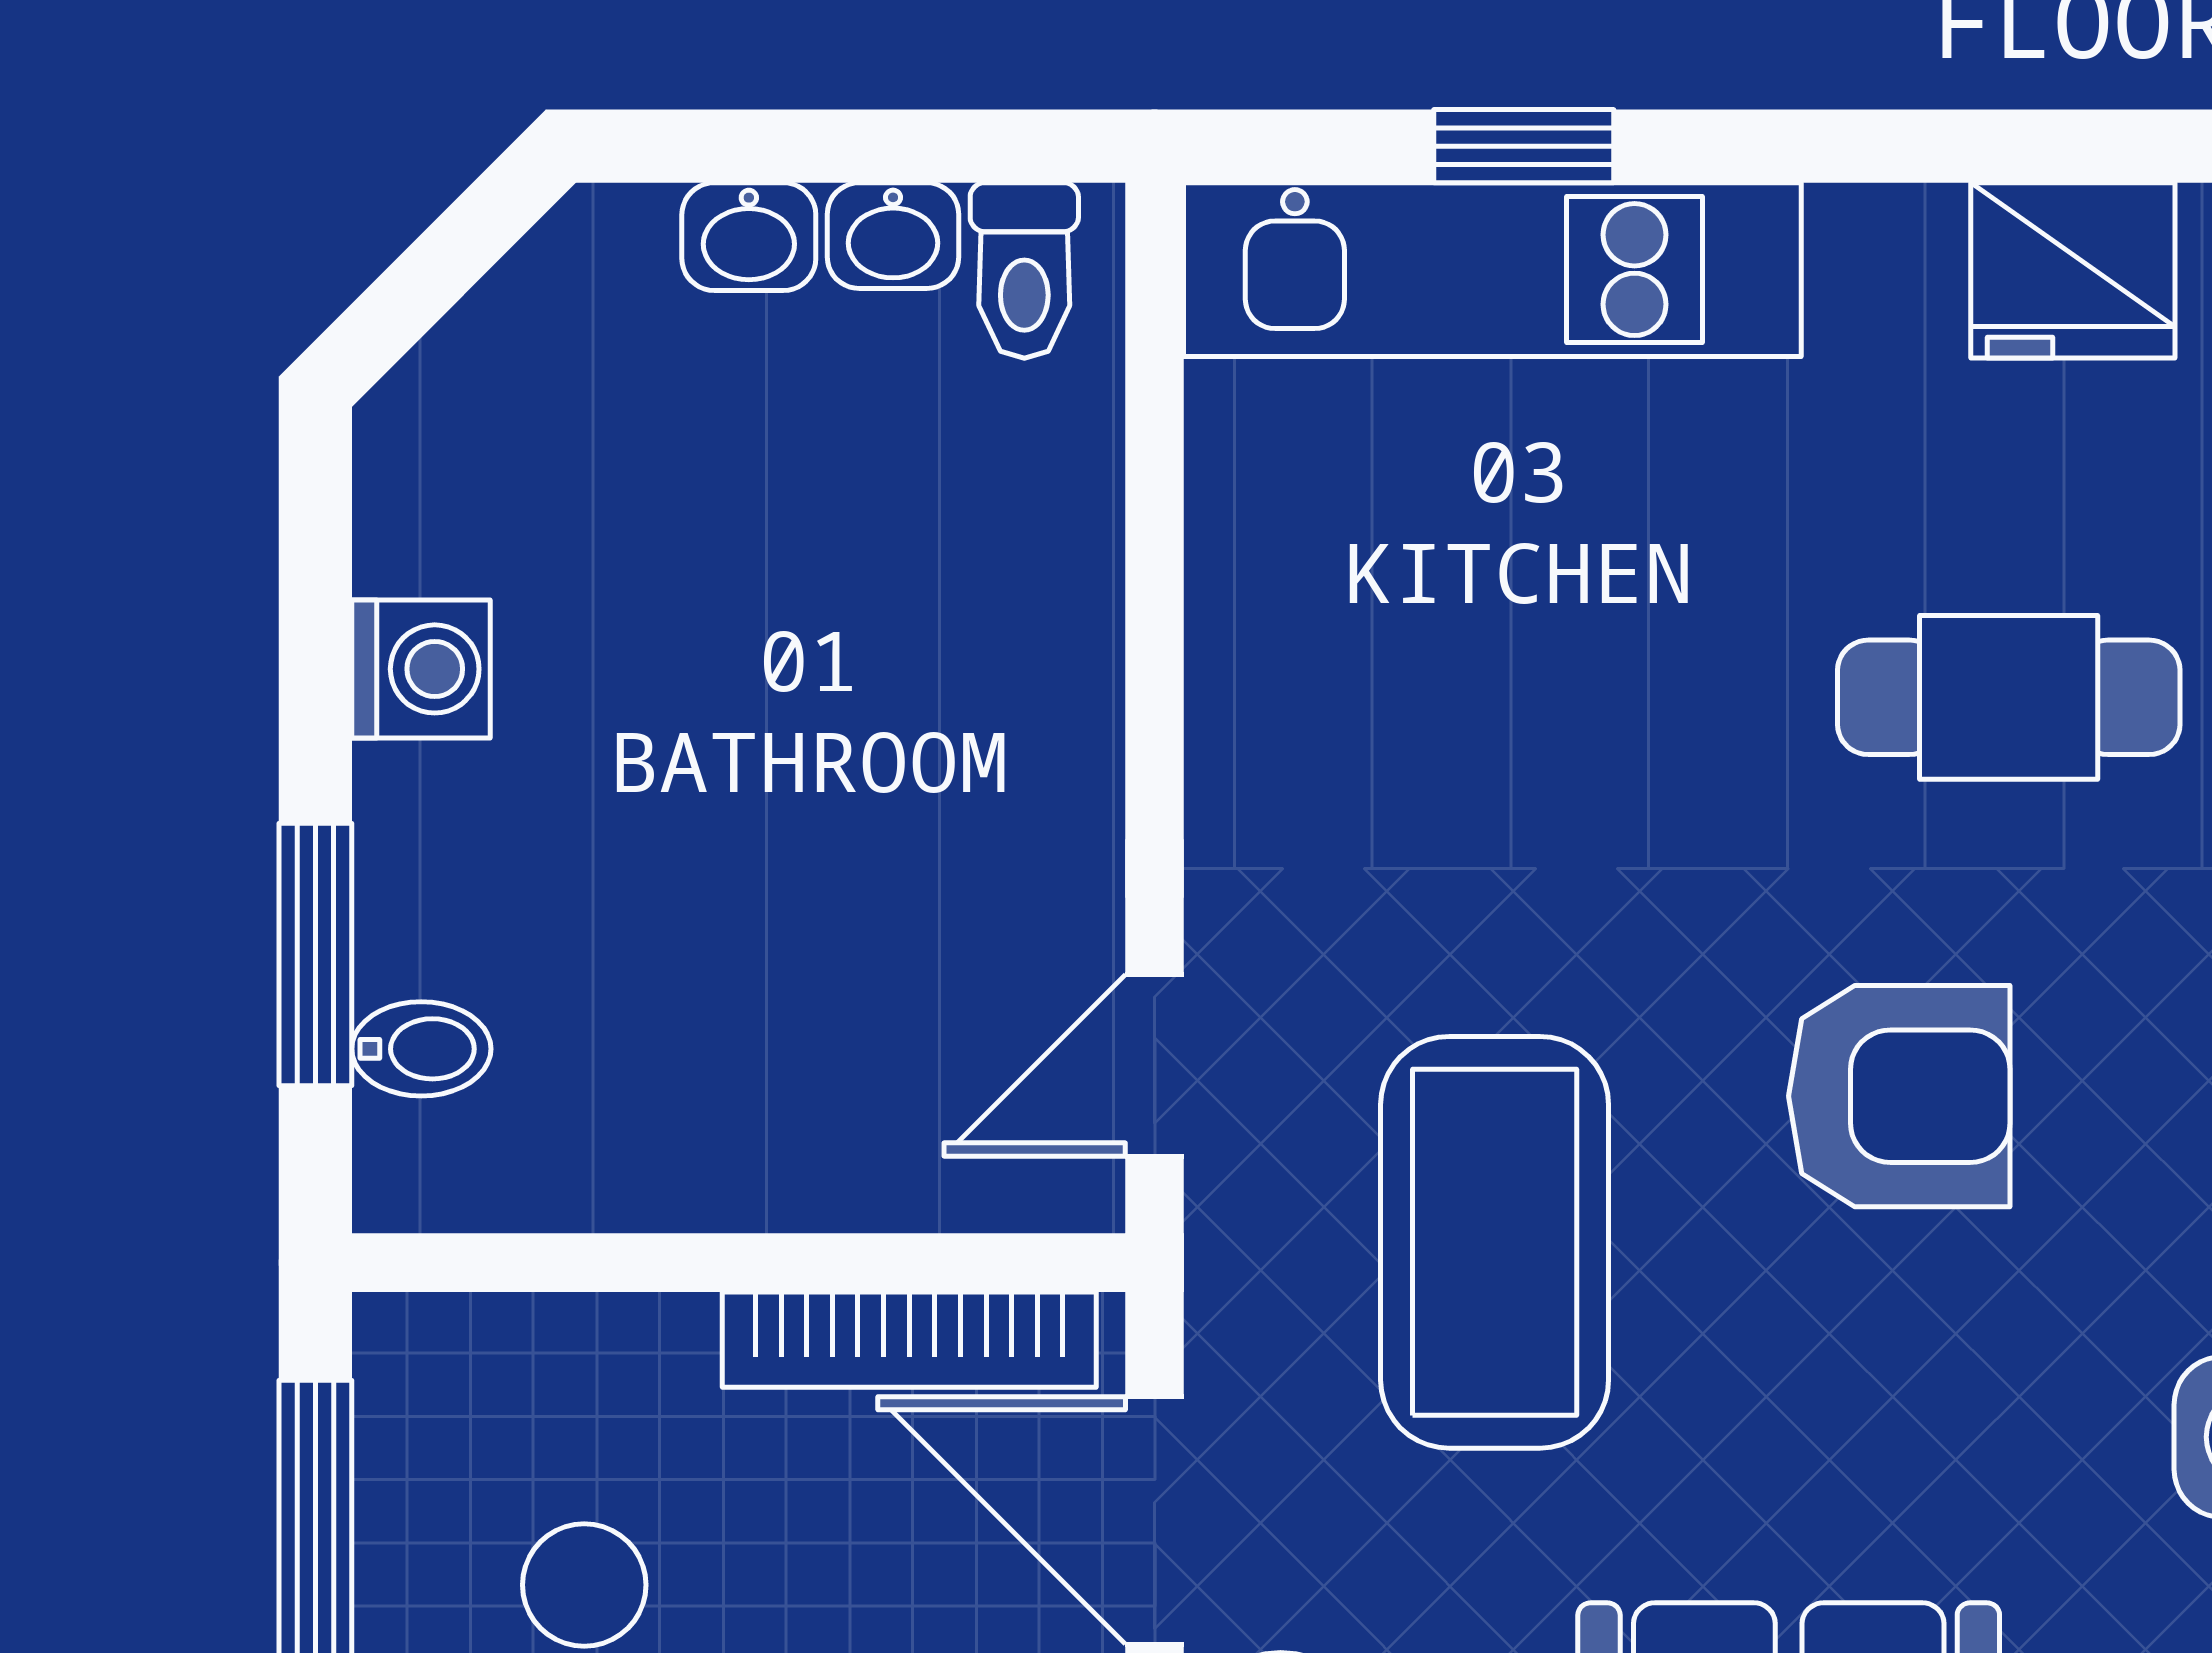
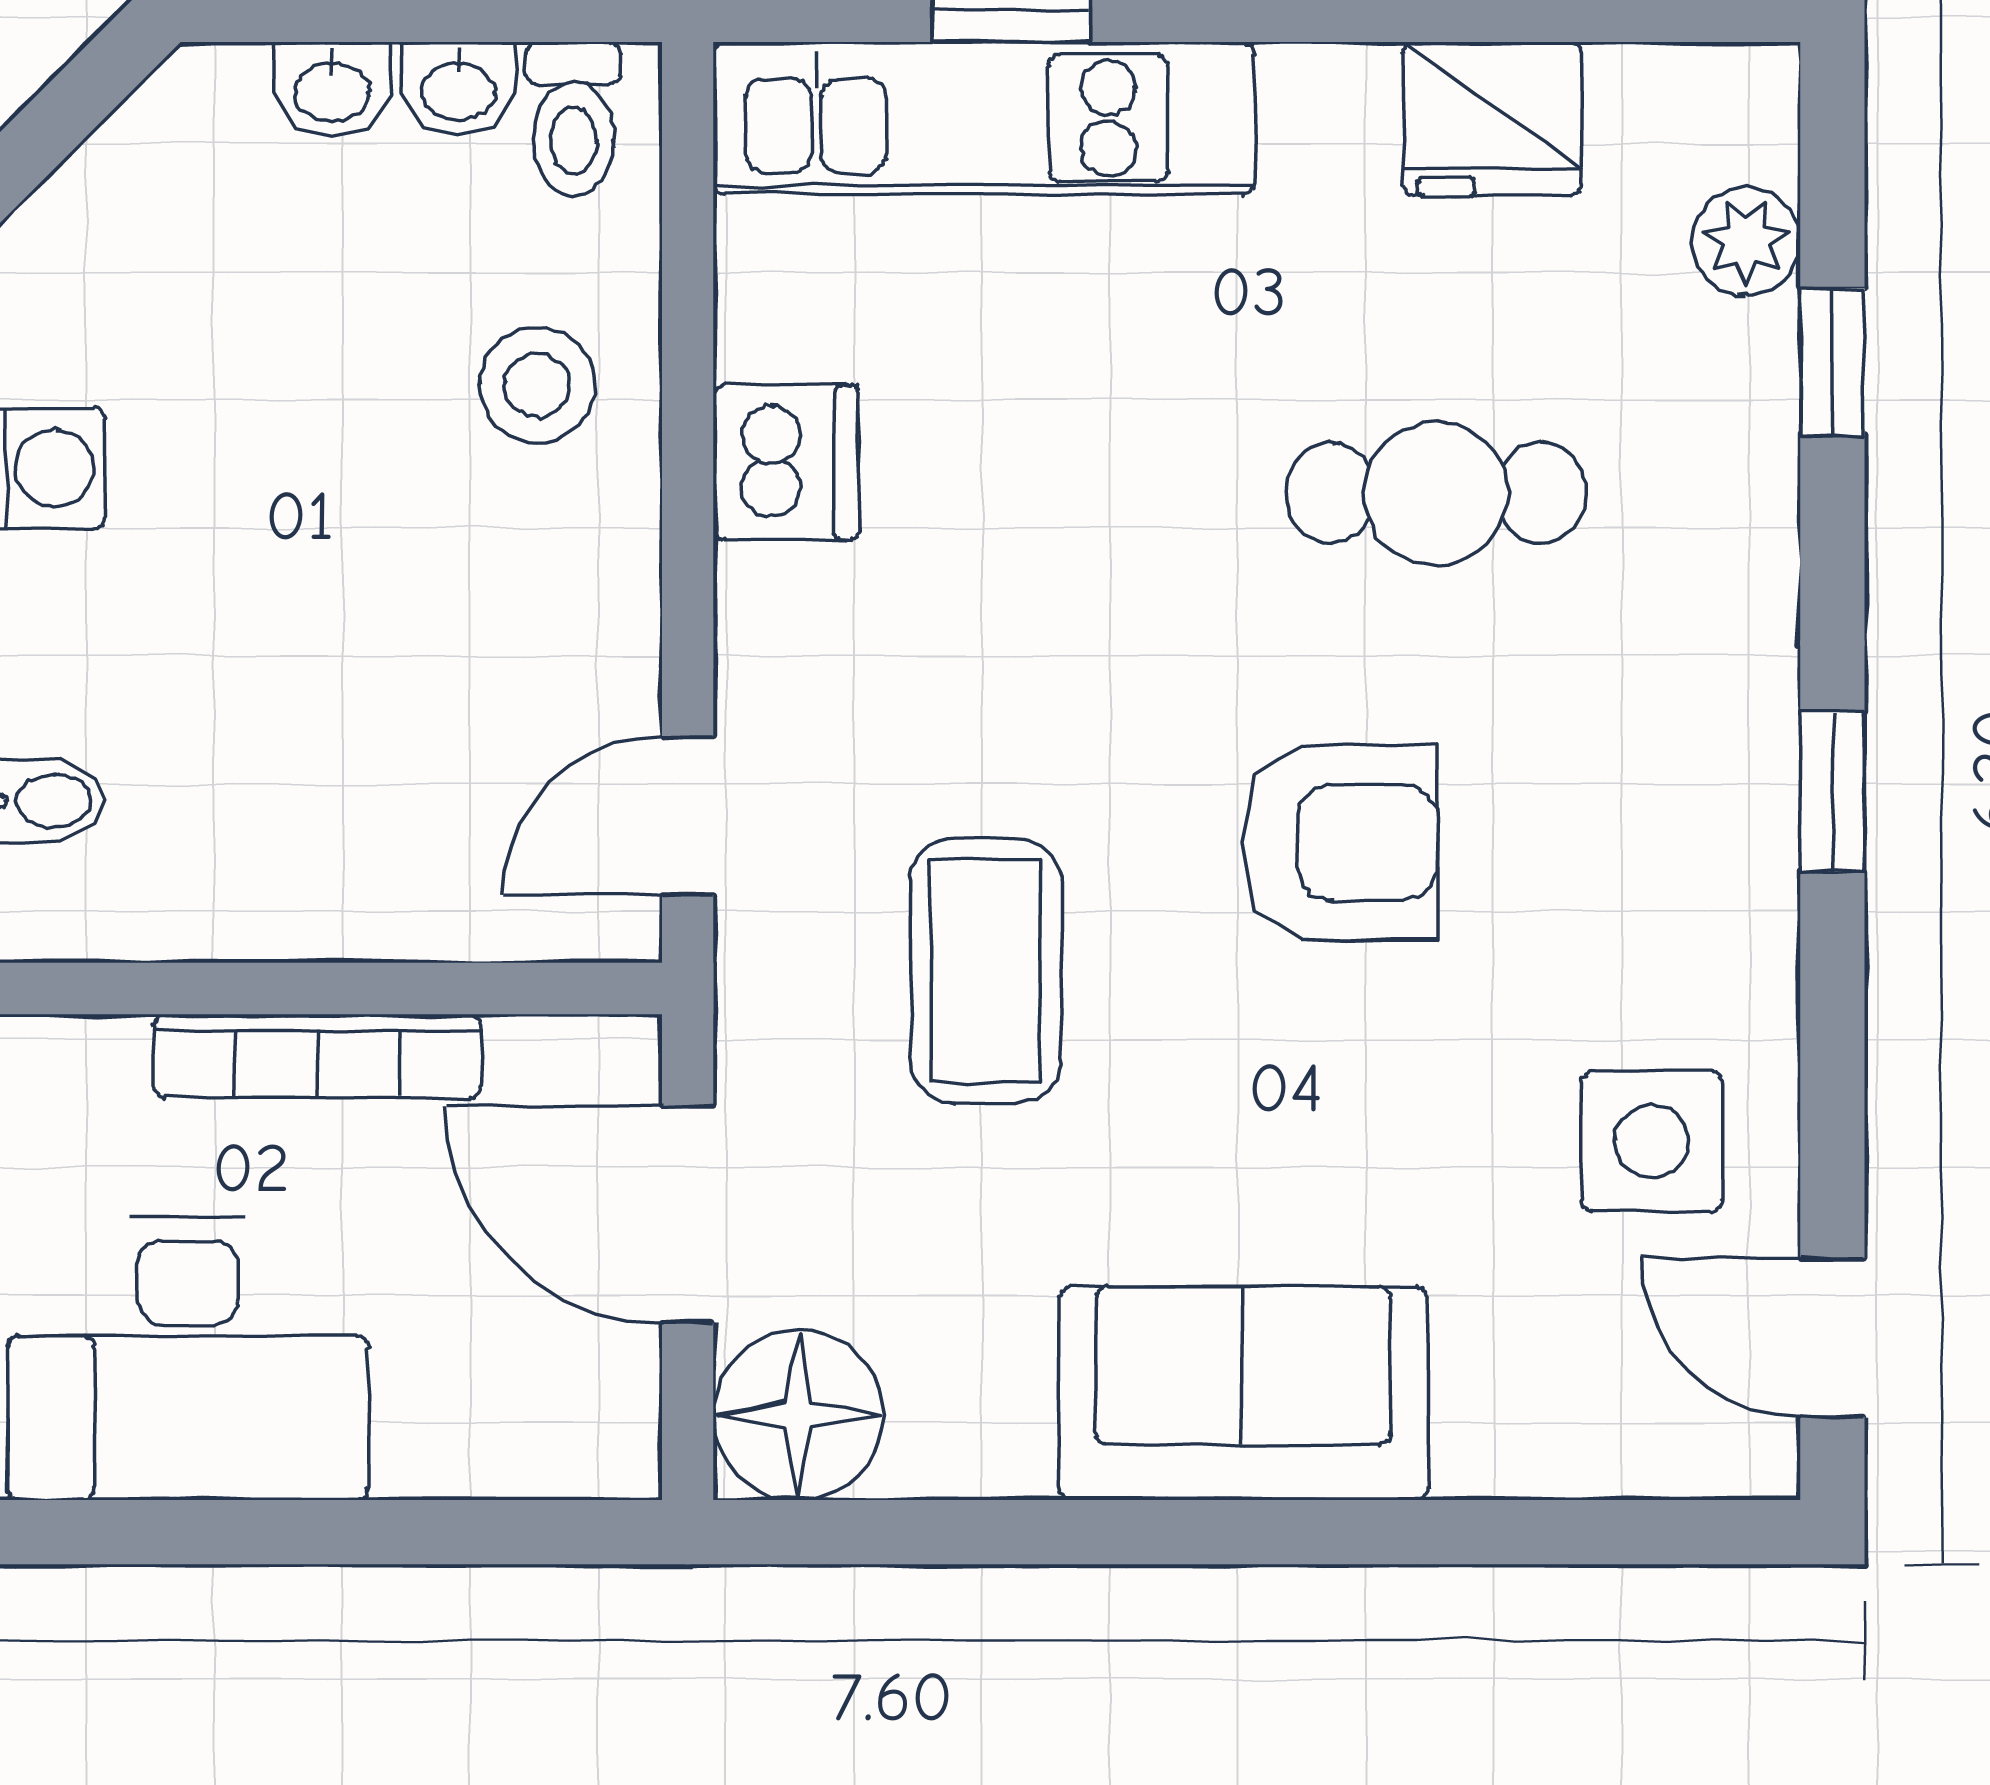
stool: (983, 574) -> (537, 385), added
dishwasher: (1266, 663) -> (786, 463), added
coffee table: (1495, 1242) -> (986, 971), width x0.73, depth x0.76
bookcase: (909, 1340) -> (317, 1056), moved

